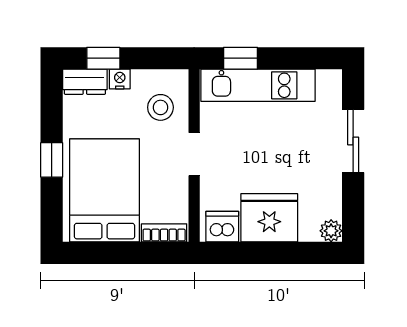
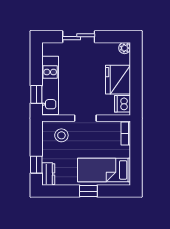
nightstand: (120, 79) -> (47, 156), removed
bed: (104, 190) -> (104, 170), width x0.67

